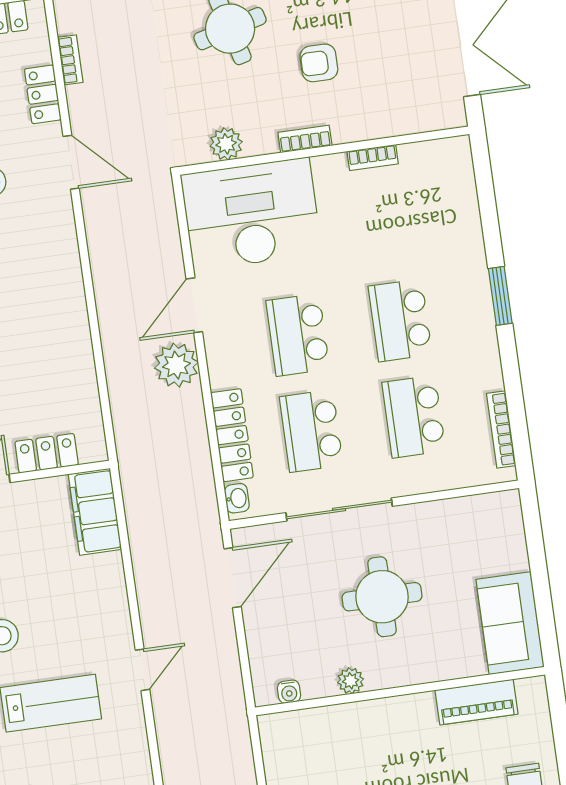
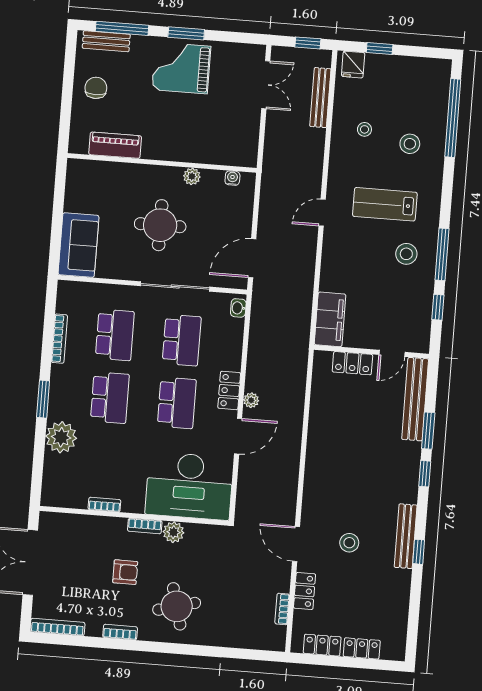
plant: (226, 144) -> (173, 532), moved
plant: (460, 245) -> (61, 437), added
plant: (176, 365) -> (251, 400), width x0.53, depth x0.53
bookcase: (501, 429) -> (59, 339), moved
locker: (232, 435) -> (229, 390), moved, width x0.66
sofa: (510, 623) -> (78, 245), moved

